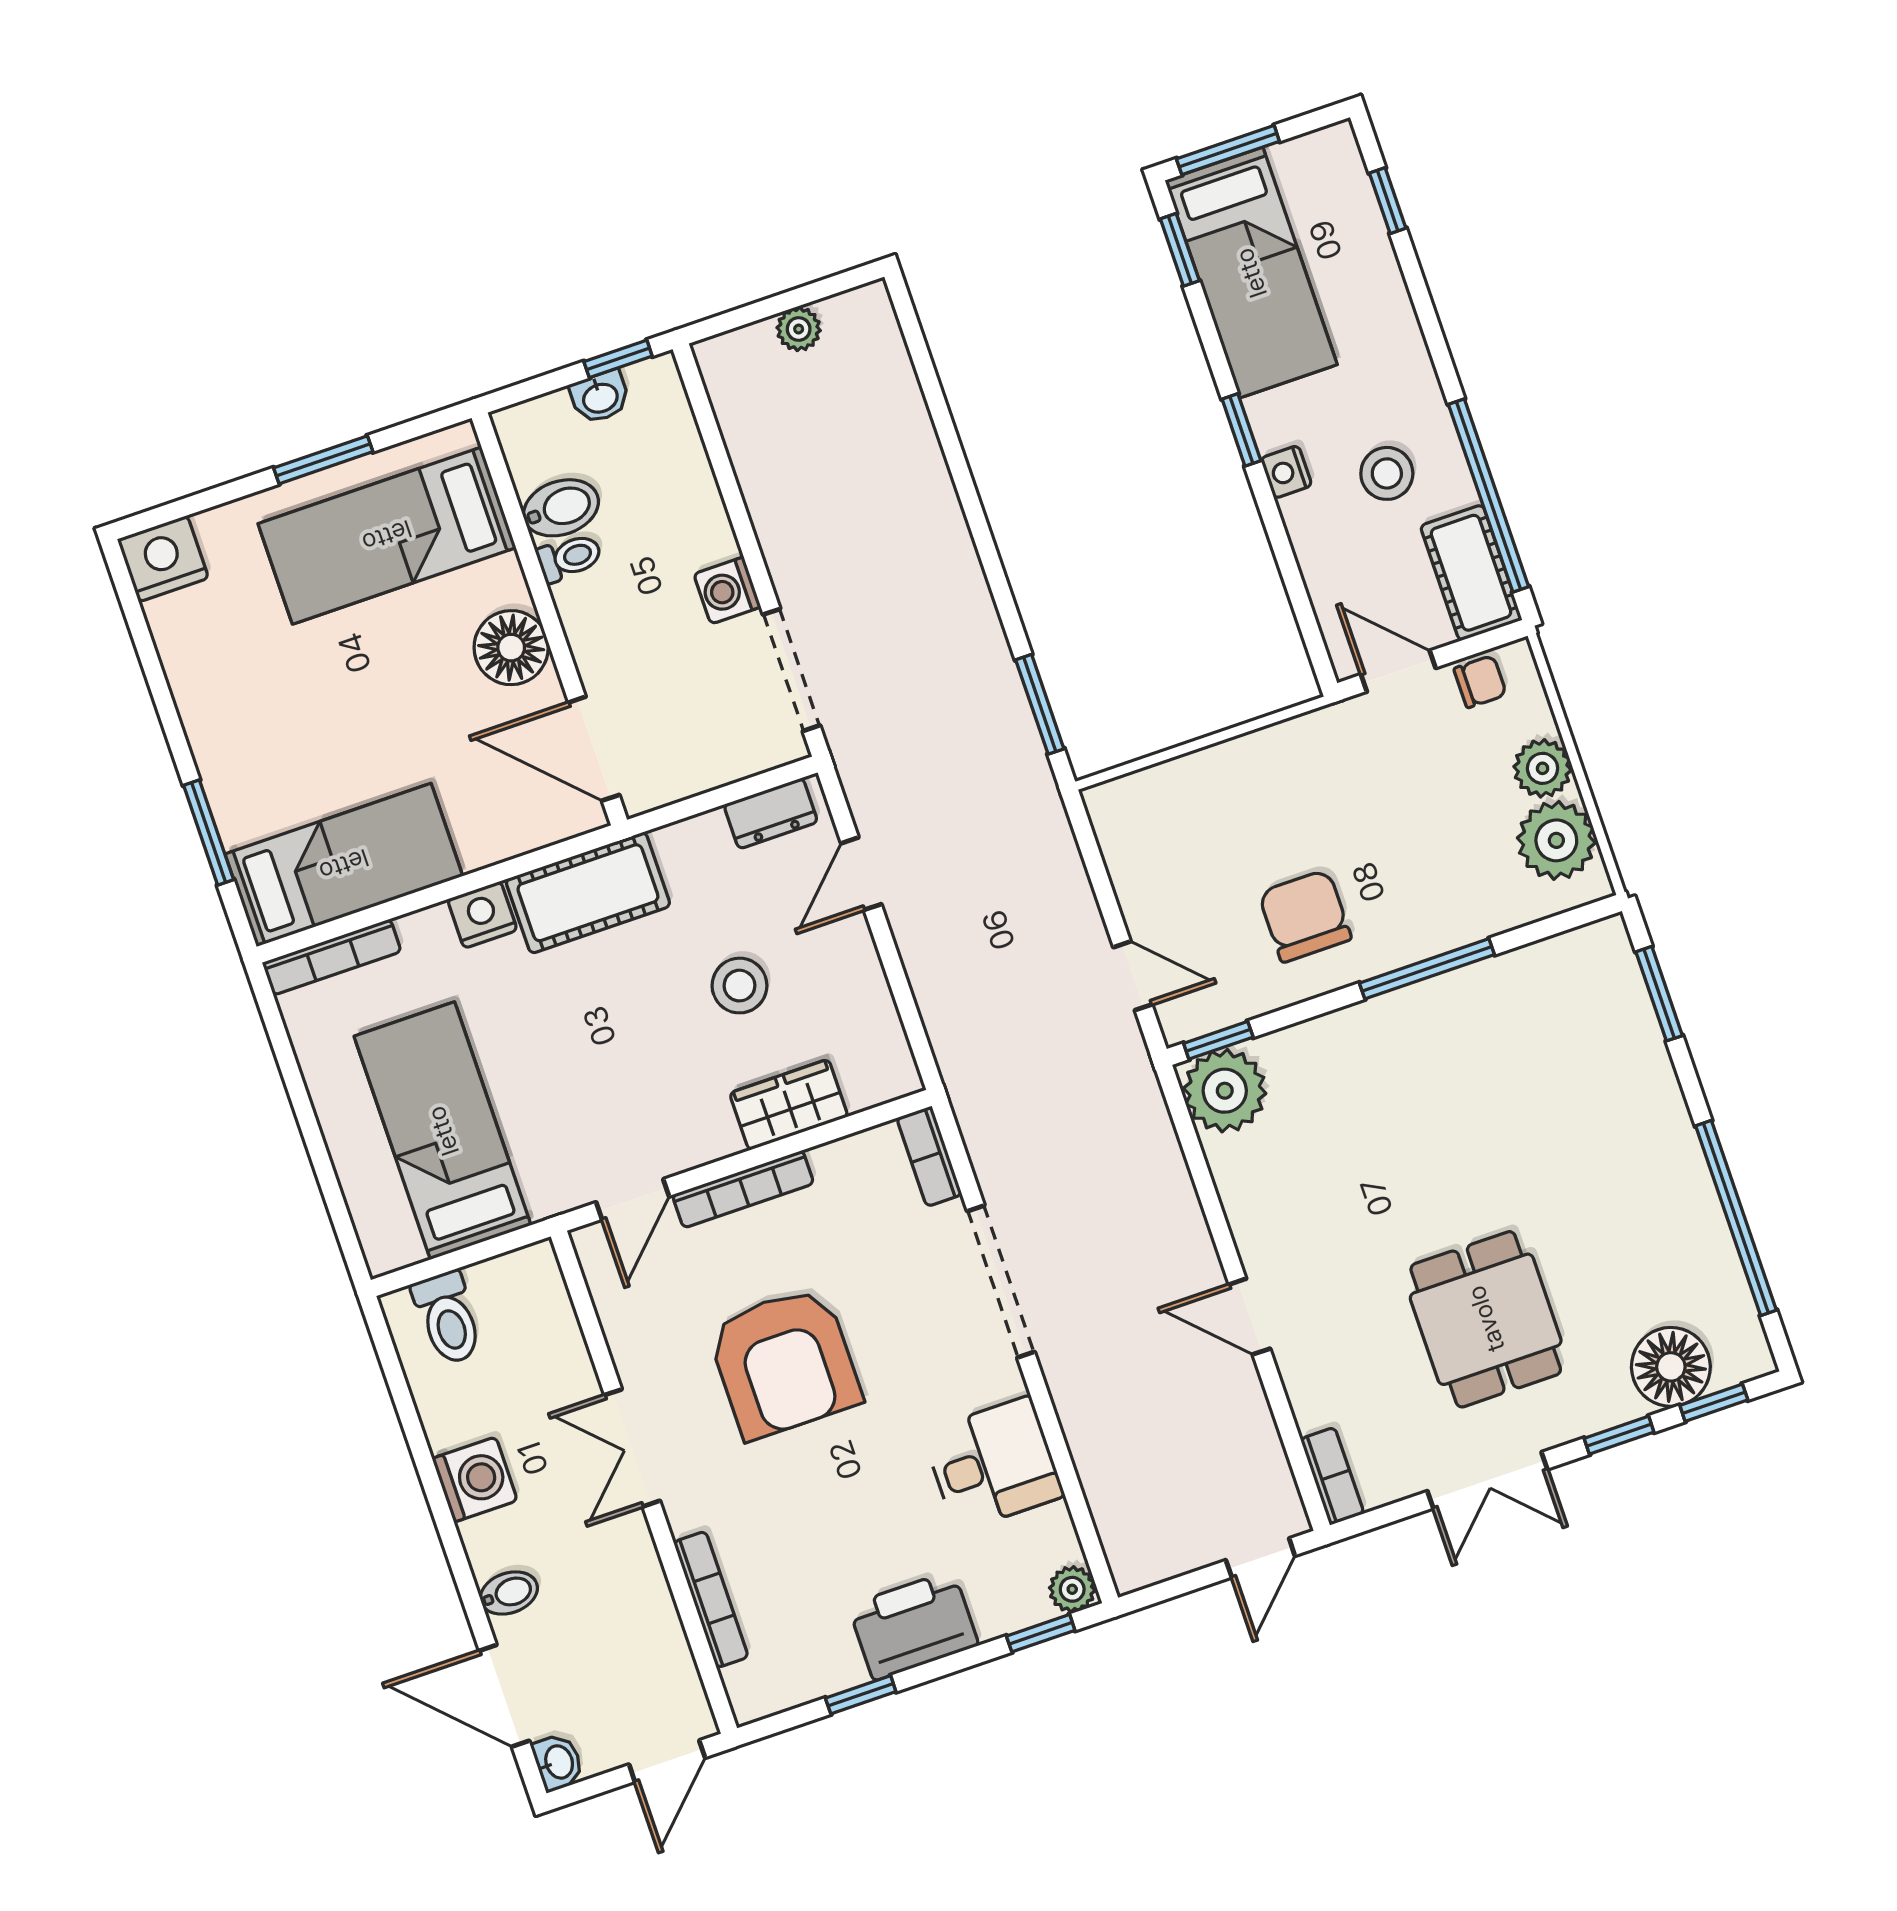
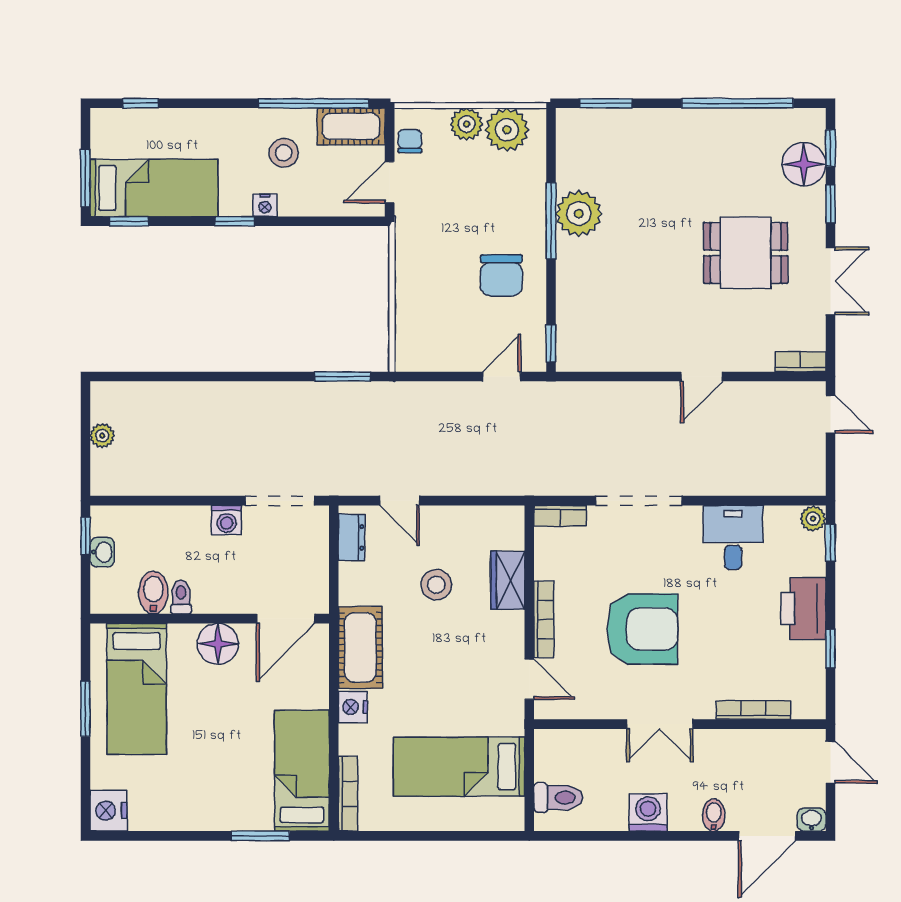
chair: (1305, 916) -> (501, 275), turned -90
plant: (1225, 1091) -> (579, 214), moved

